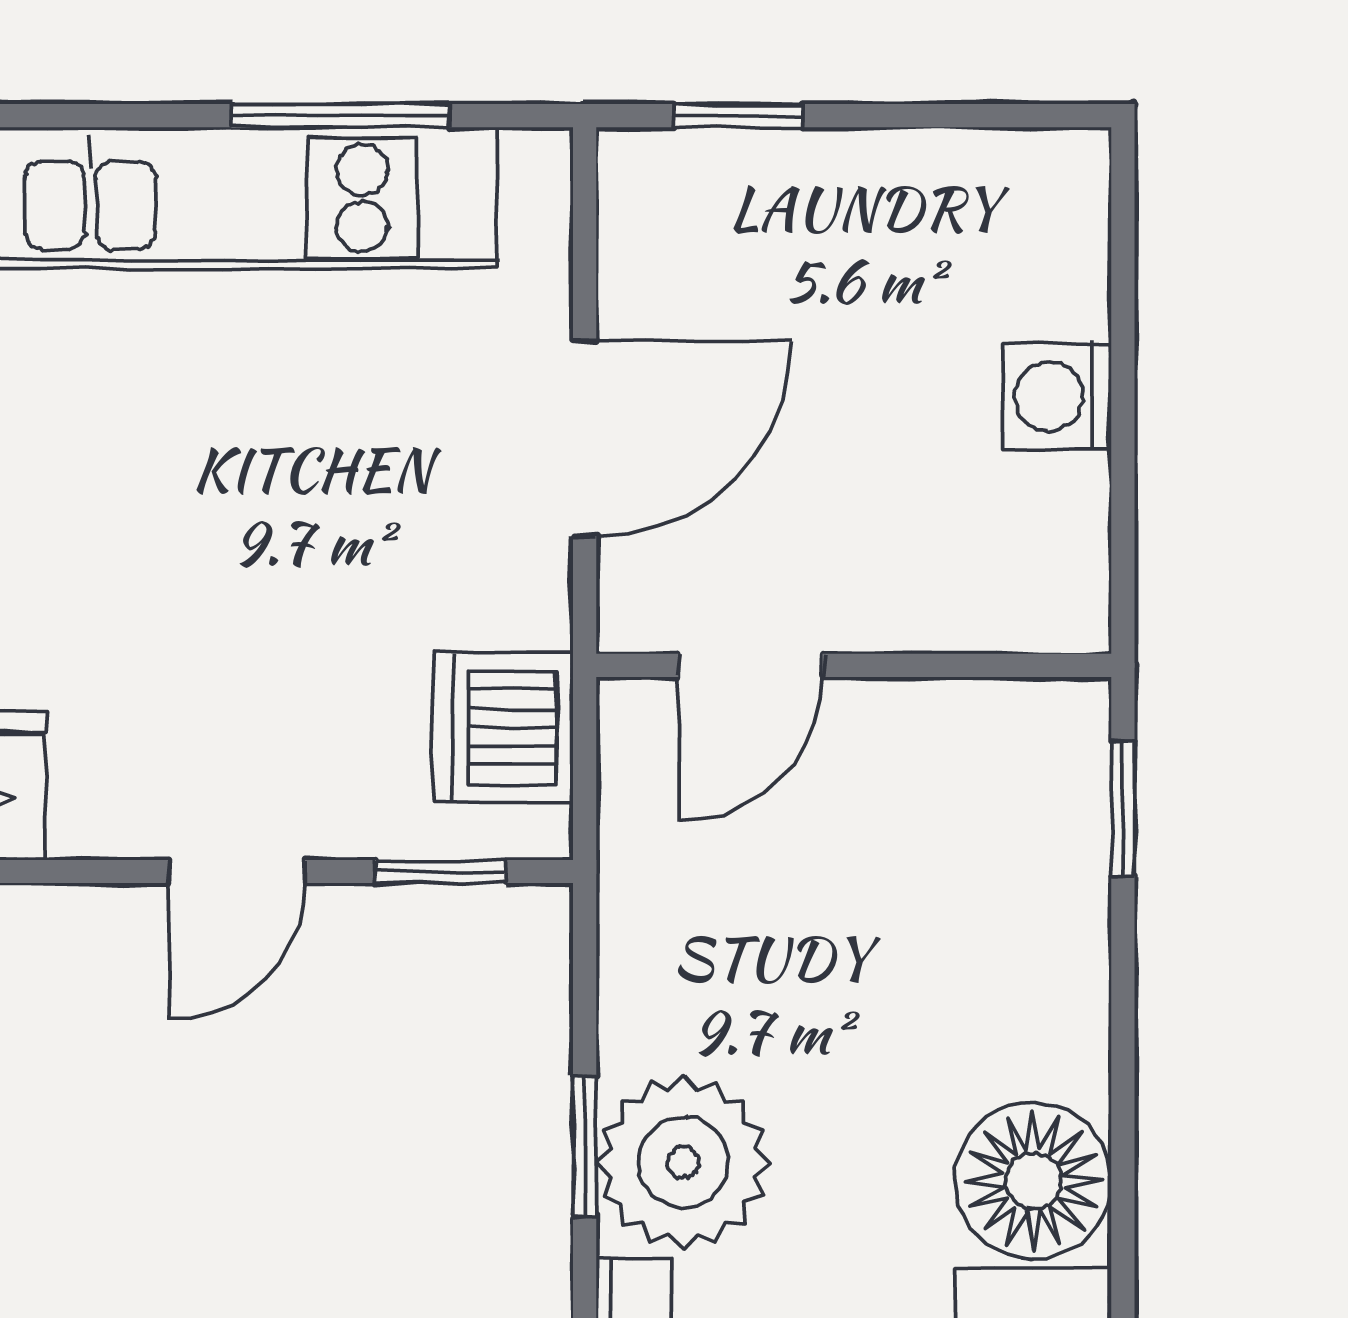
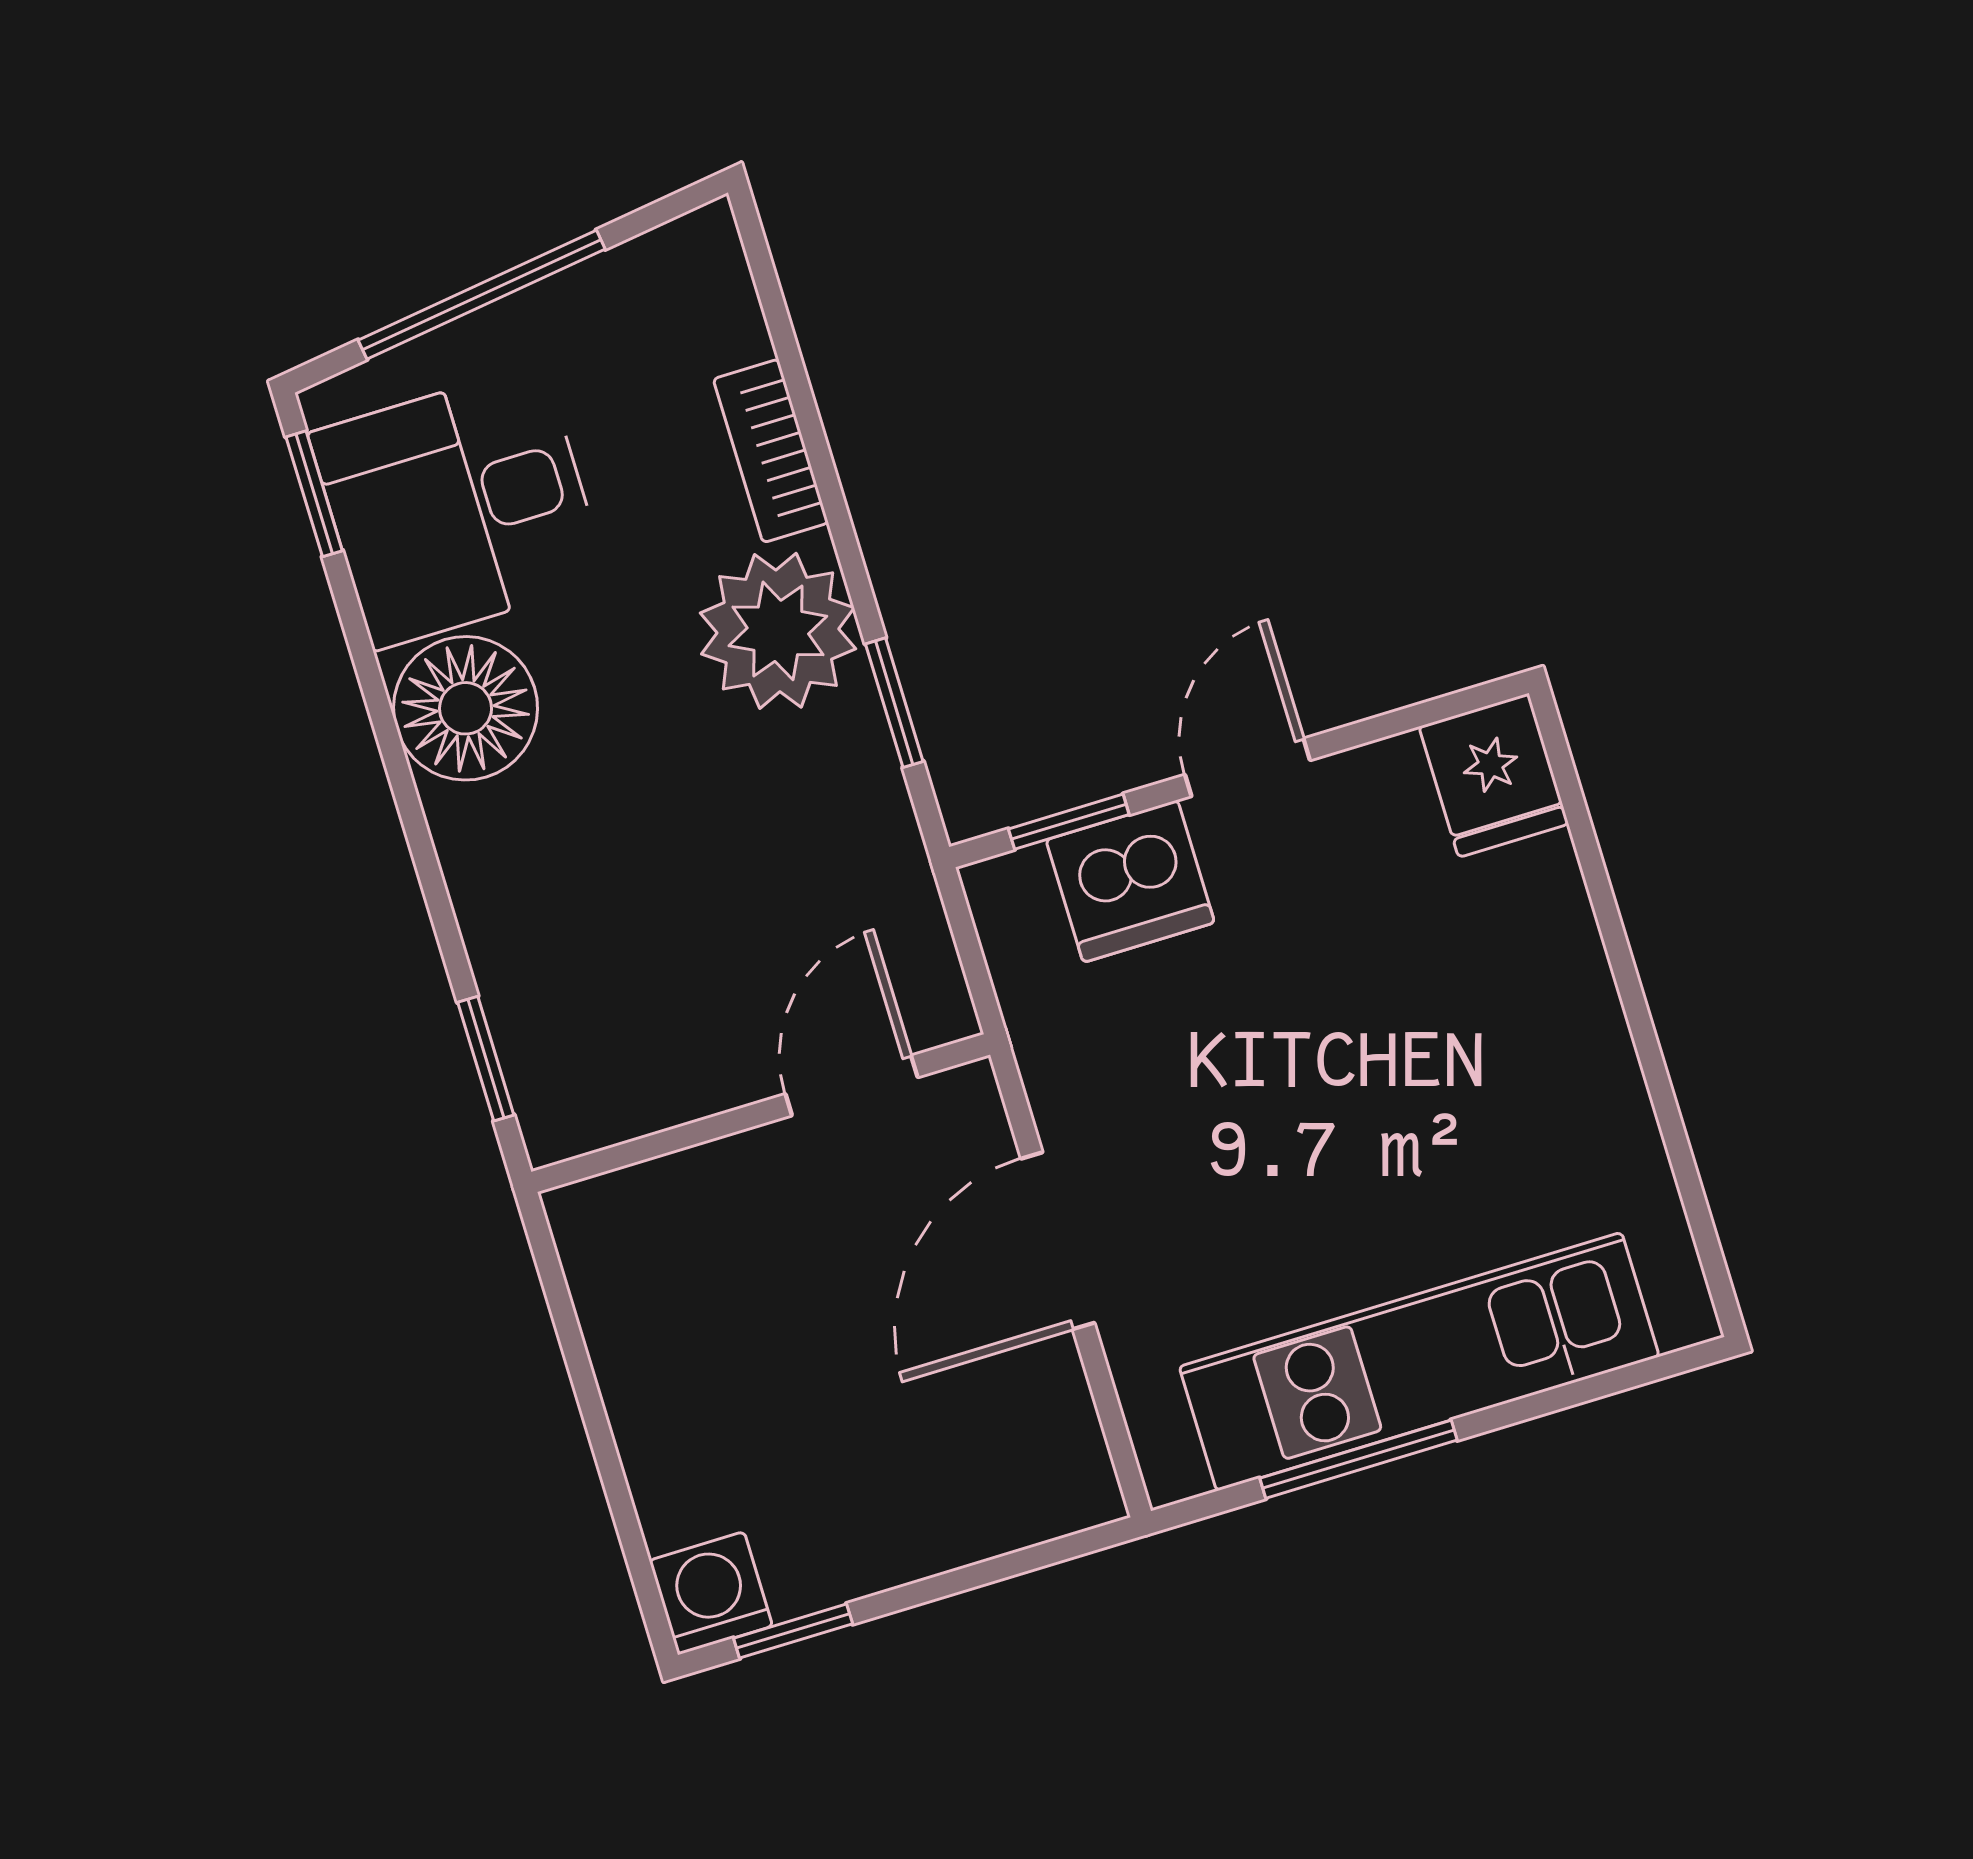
window: (738, 116) -> (793, 1631), moved
washing machine: (1057, 396) -> (711, 1593), moved, turned -90
dishwasher: (503, 727) -> (1130, 881), moved, turned 90
window: (585, 1146) -> (894, 703), moved

